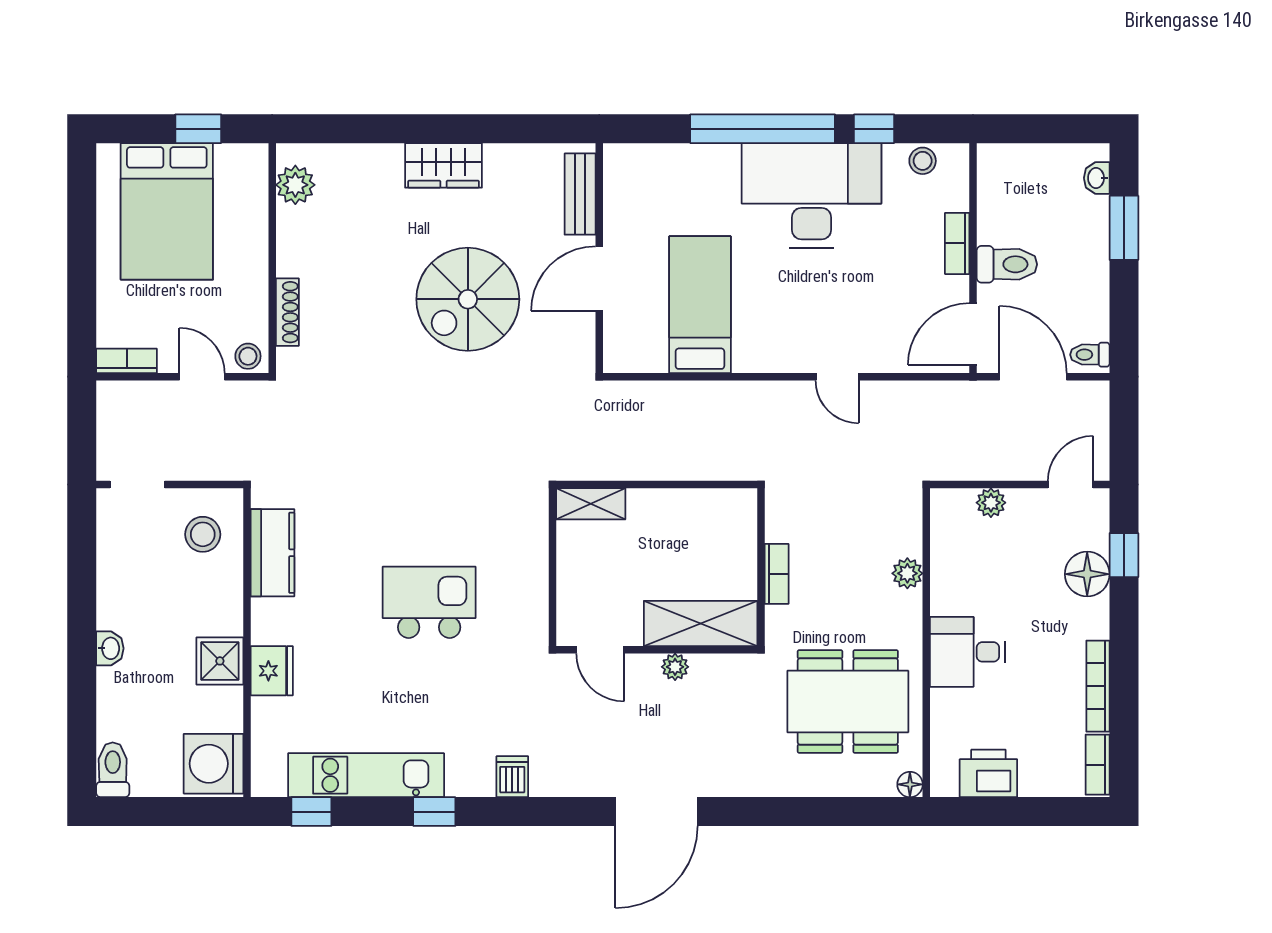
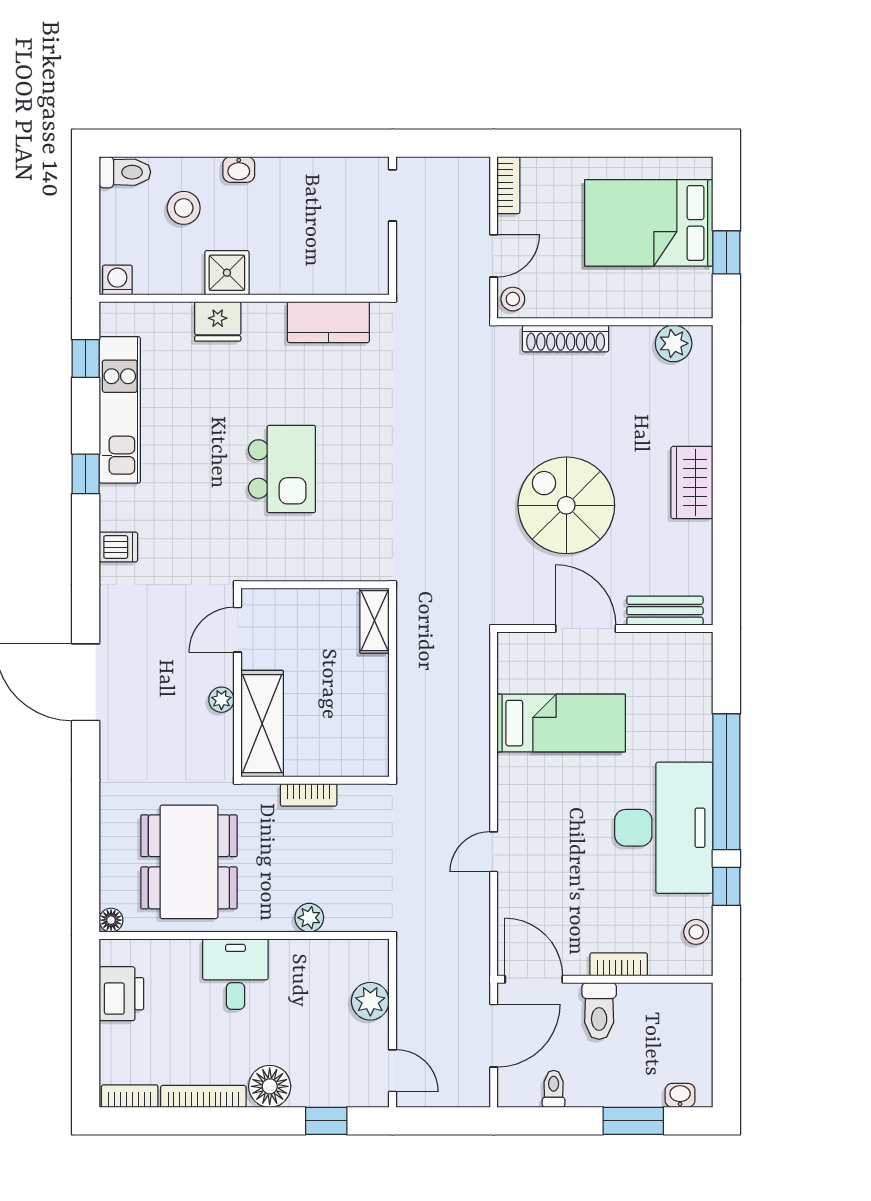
shoe rack: (287, 312) -> (566, 338), width x1.36, depth x1.24
toilet: (1090, 355) -> (554, 1089), moved
plant: (991, 503) -> (370, 1001), width x1.38, depth x1.38
stool: (203, 534) -> (184, 208), moved
floor lamp: (1087, 574) -> (270, 1086), moved
washing machine: (214, 764) -> (117, 280), width x0.53, depth x0.53

